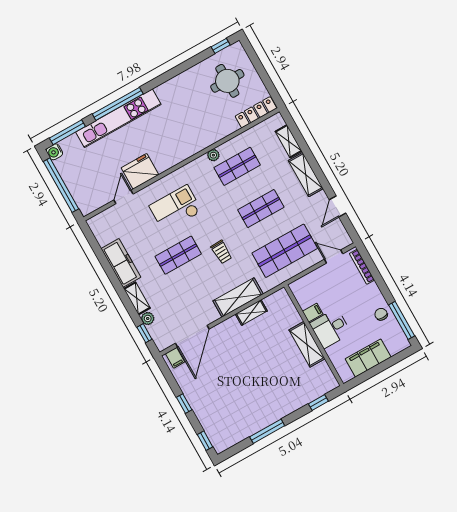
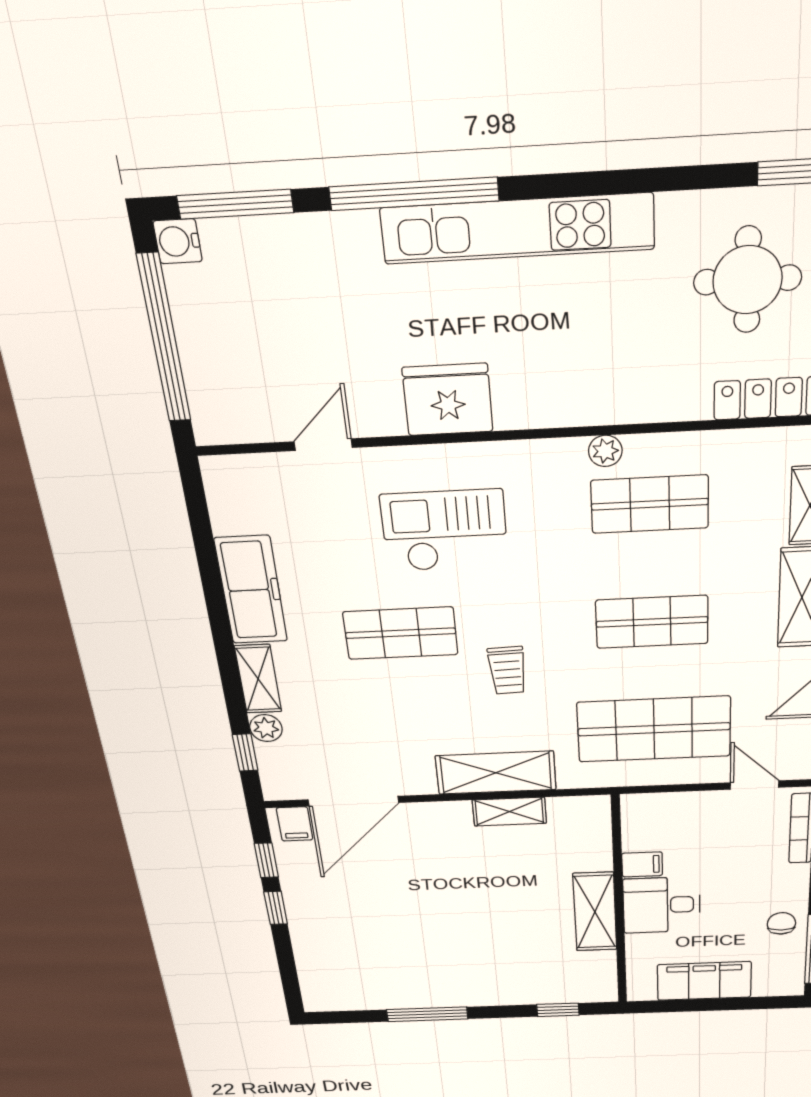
kitchen unit: (118, 118) -> (518, 229), moved
fridge: (140, 171) -> (448, 400), moved
window: (205, 441) -> (266, 860), moved

